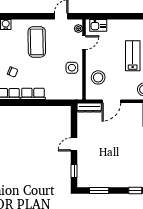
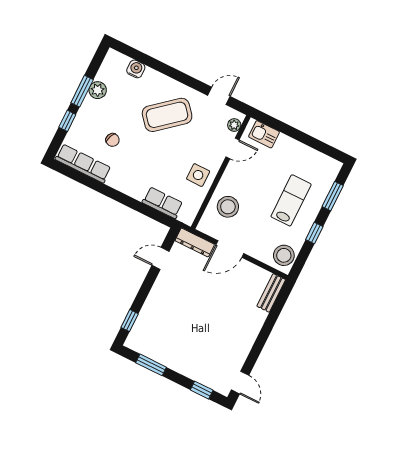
coffee table: (37, 42) -> (167, 115), turned 51
row of seats: (33, 94) -> (163, 203), moved
door: (74, 144) -> (160, 258), moved

